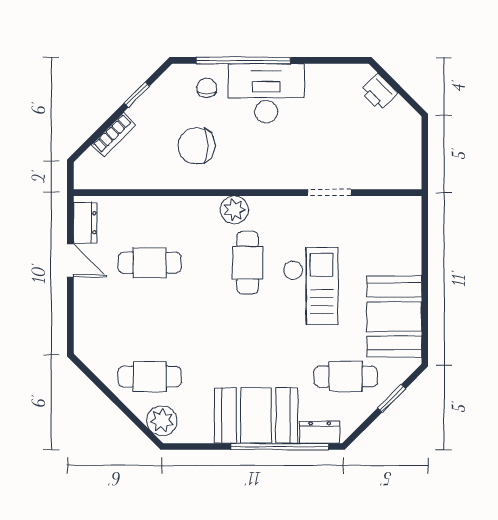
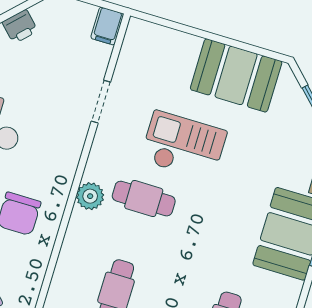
filing cabinet: (405, 177) -> (107, 26), added
cafe table: (346, 377) -> (279, 138), removed

